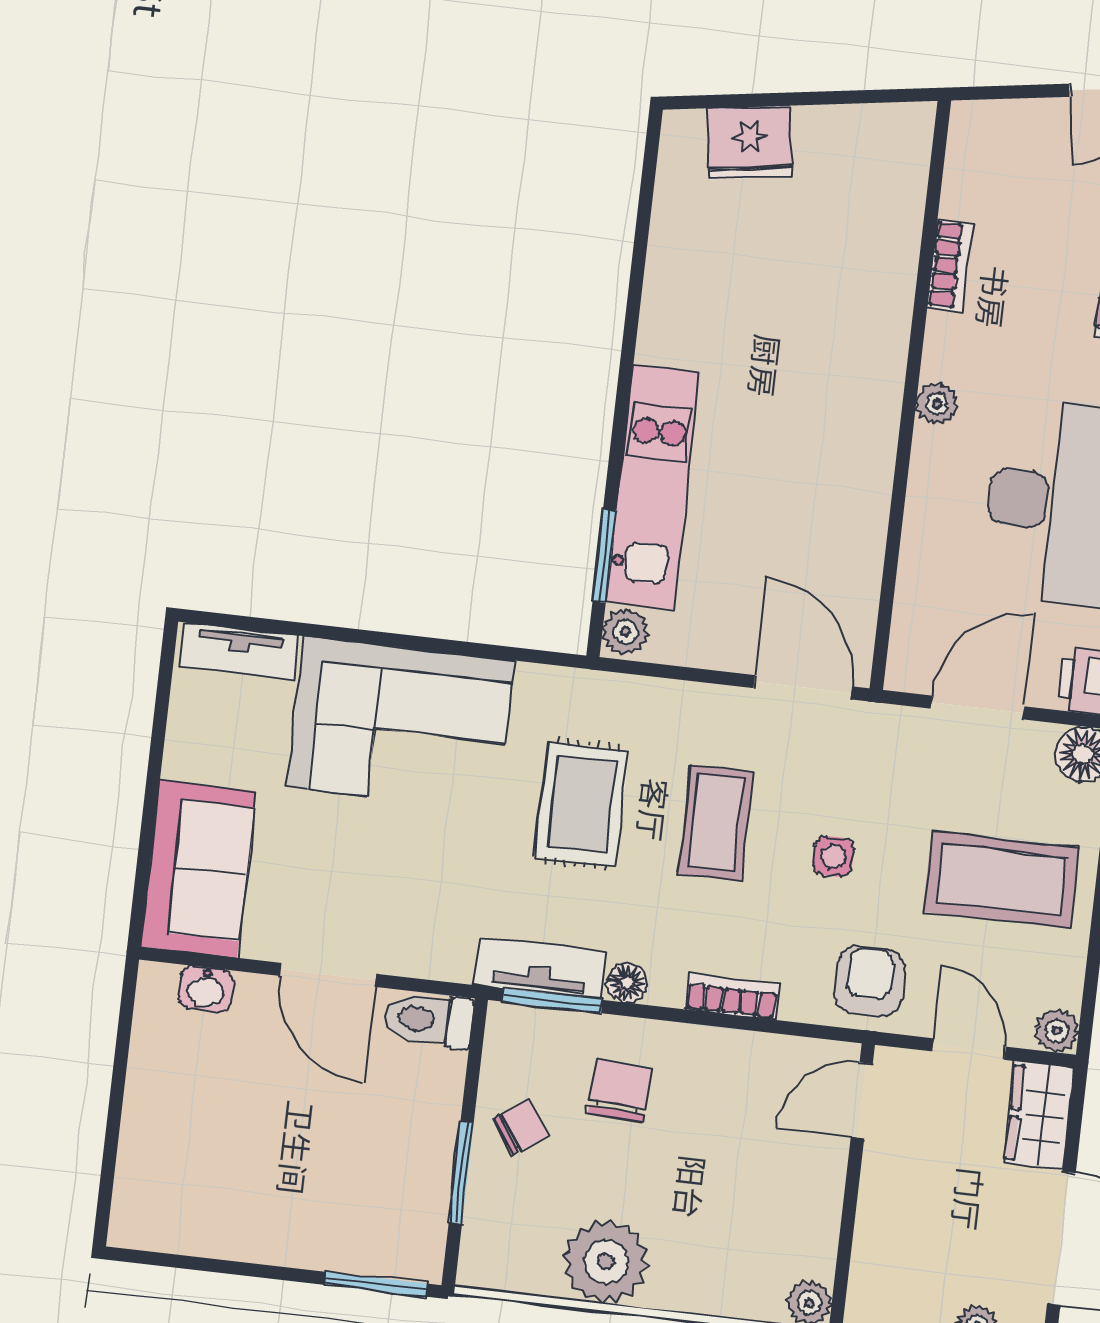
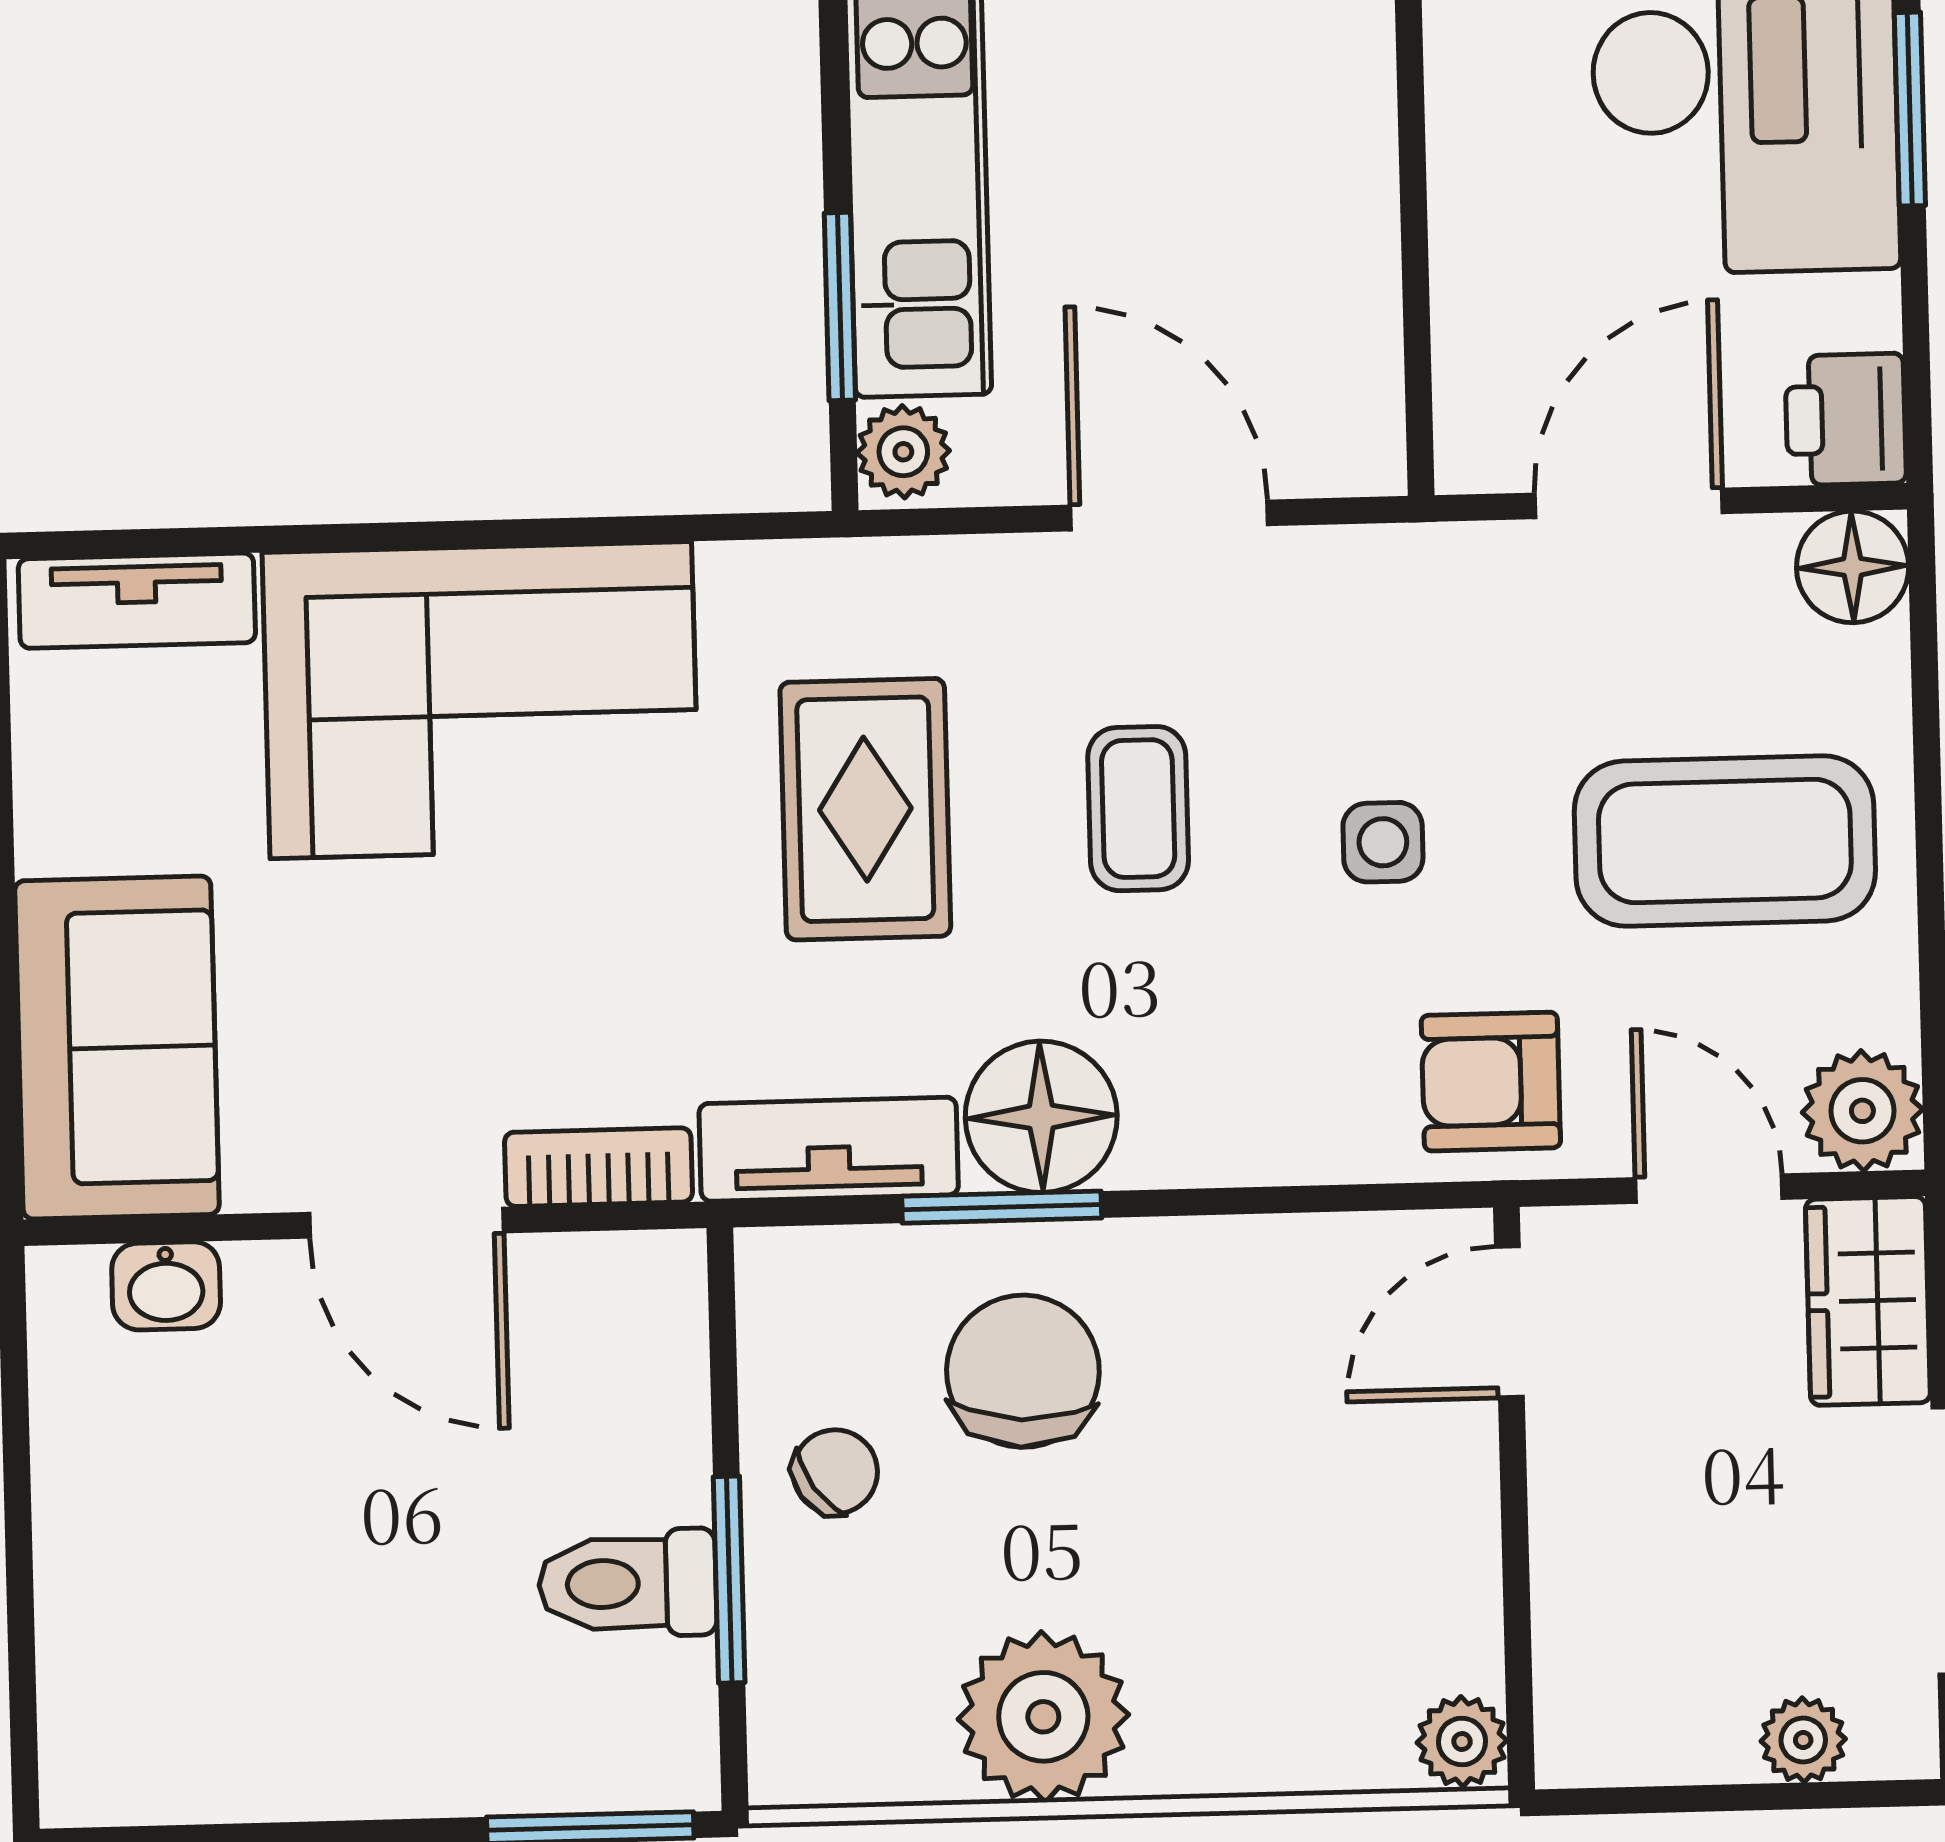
door: (803, 687) -> (1169, 515), moved
coffee table: (716, 823) -> (1138, 809), width x0.73, depth x0.77
armchair: (870, 981) -> (1491, 1082), turned -90
floor lamp: (627, 983) -> (1041, 1117), width x1.89, depth x1.89
bookcase: (732, 996) -> (599, 1167), moved
window: (552, 1001) -> (1002, 1207), moved
toilet: (428, 1020) -> (628, 1583), moved
plant: (1057, 1031) -> (1862, 1111), width x1.38, depth x1.38
chair: (620, 1091) -> (1023, 1371), width x1.37, depth x1.37

